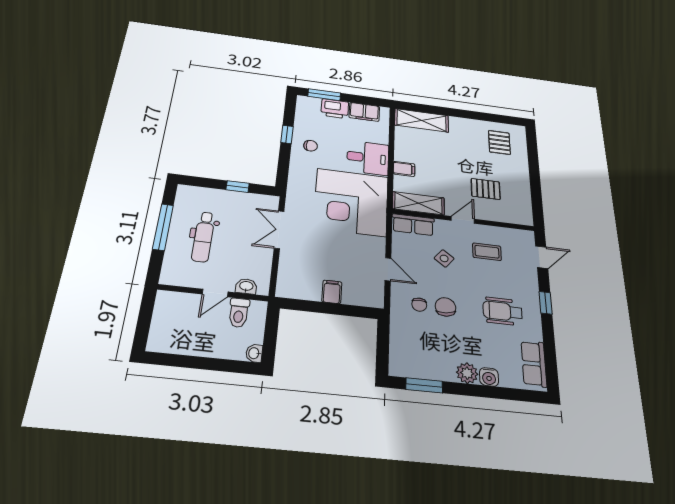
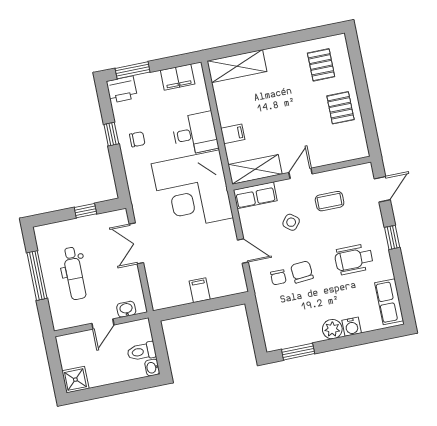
printer: (335, 109) -> (122, 90), moved
pallet: (486, 189) -> (340, 108), moved, turned 90
toilet: (239, 313) -> (142, 352), moved, turned 90
shower: (161, 340) -> (75, 380), added

